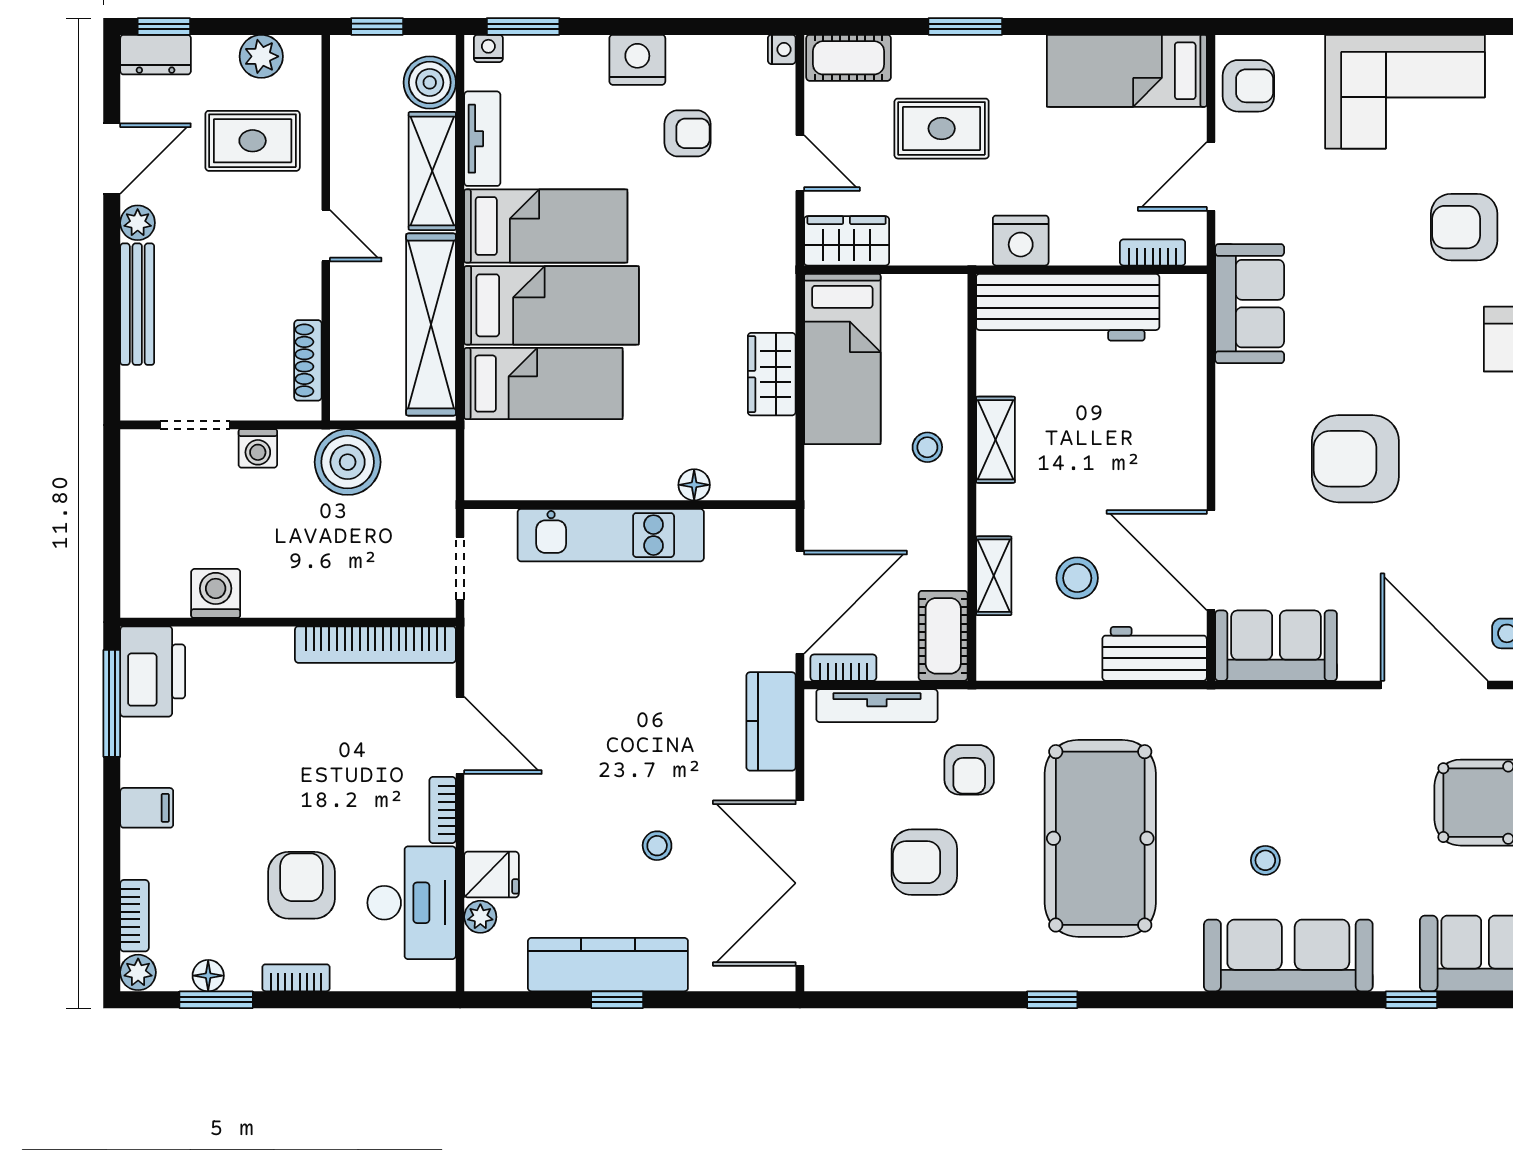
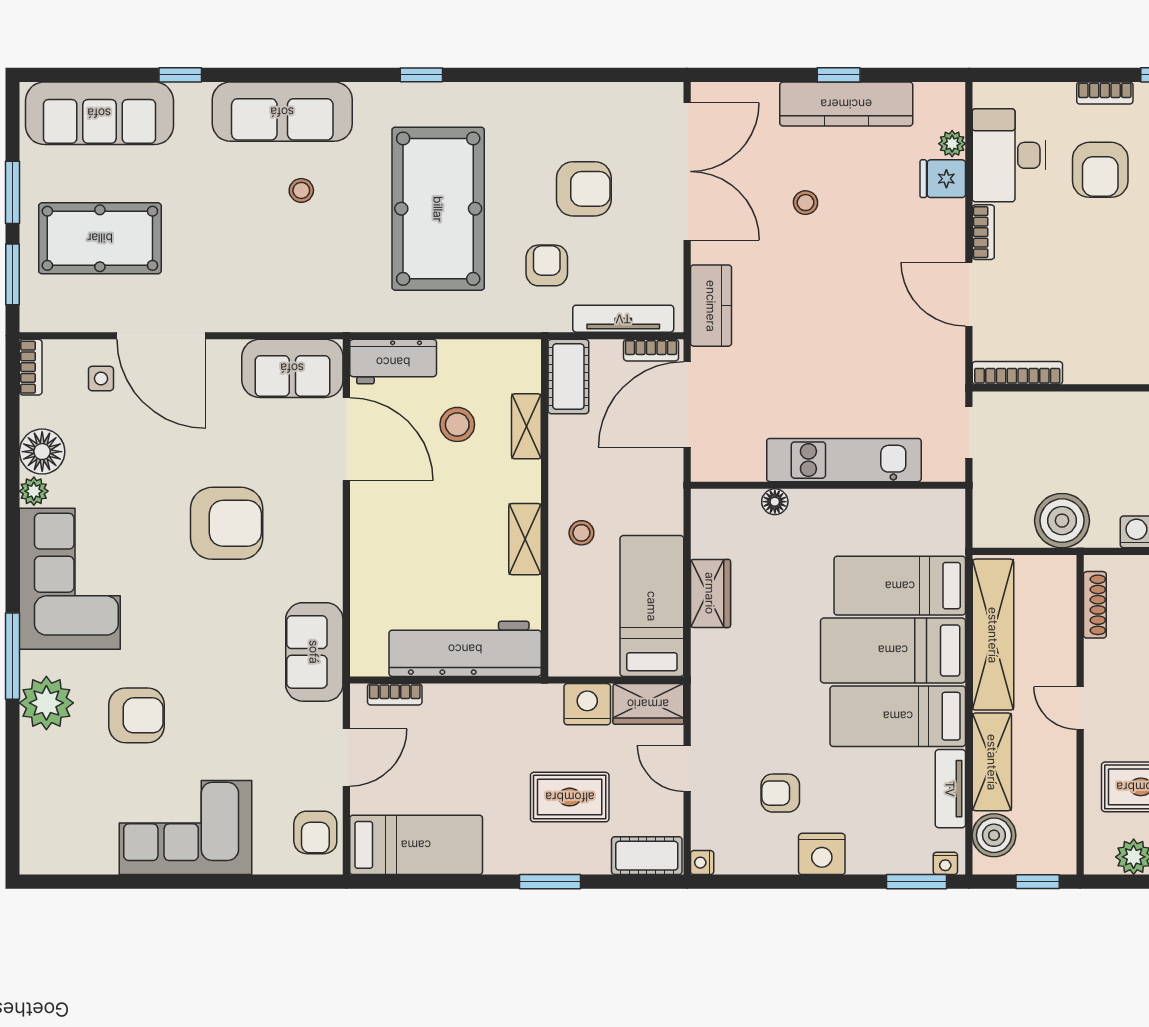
armchair: (1248, 86) -> (315, 832), turned -90
nightstand: (1021, 241) -> (587, 704), moved
bookcase: (375, 645) -> (1017, 373), width x0.68, depth x0.76
window: (1052, 1000) -> (421, 75), moved

